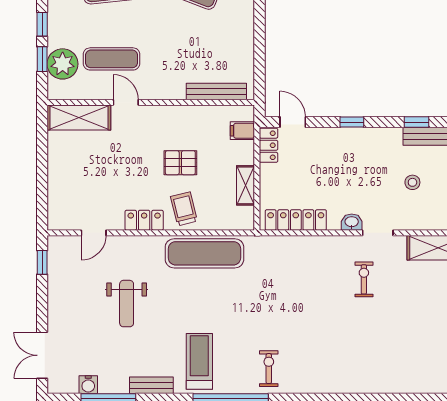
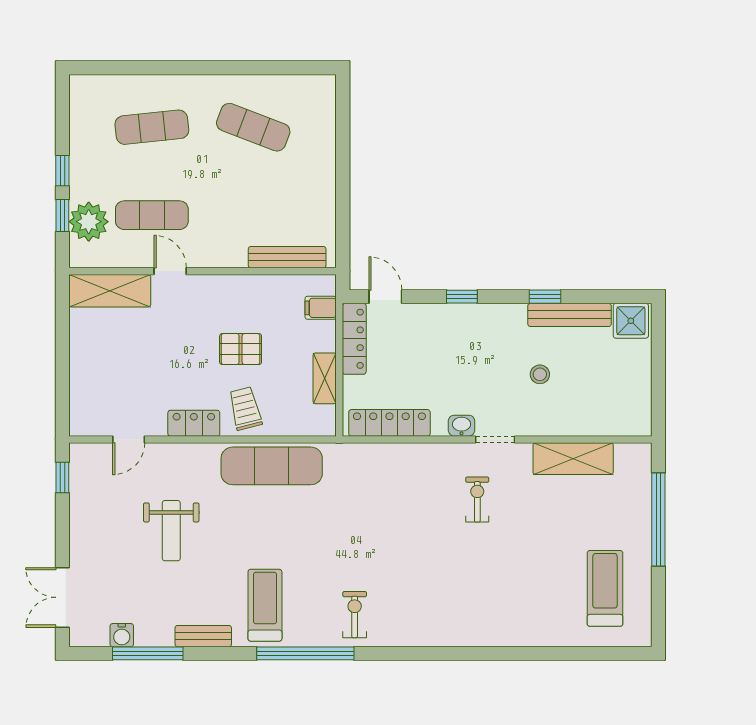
locker: (268, 145) -> (354, 339), width x1.53

